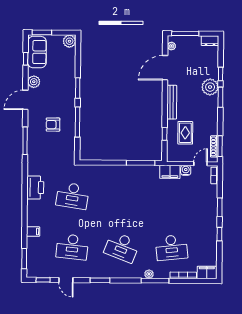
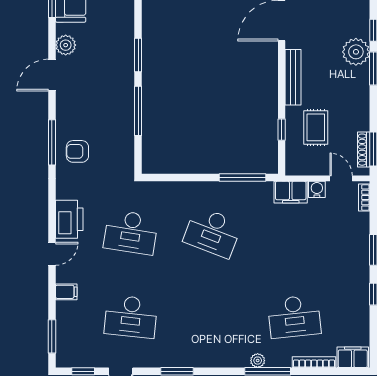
armchair: (53, 125) -> (77, 151), moved
door: (200, 164) -> (341, 178), hinge flipped
door: (25, 208) -> (52, 254), added
desk: (122, 247) -> (213, 232), moved

